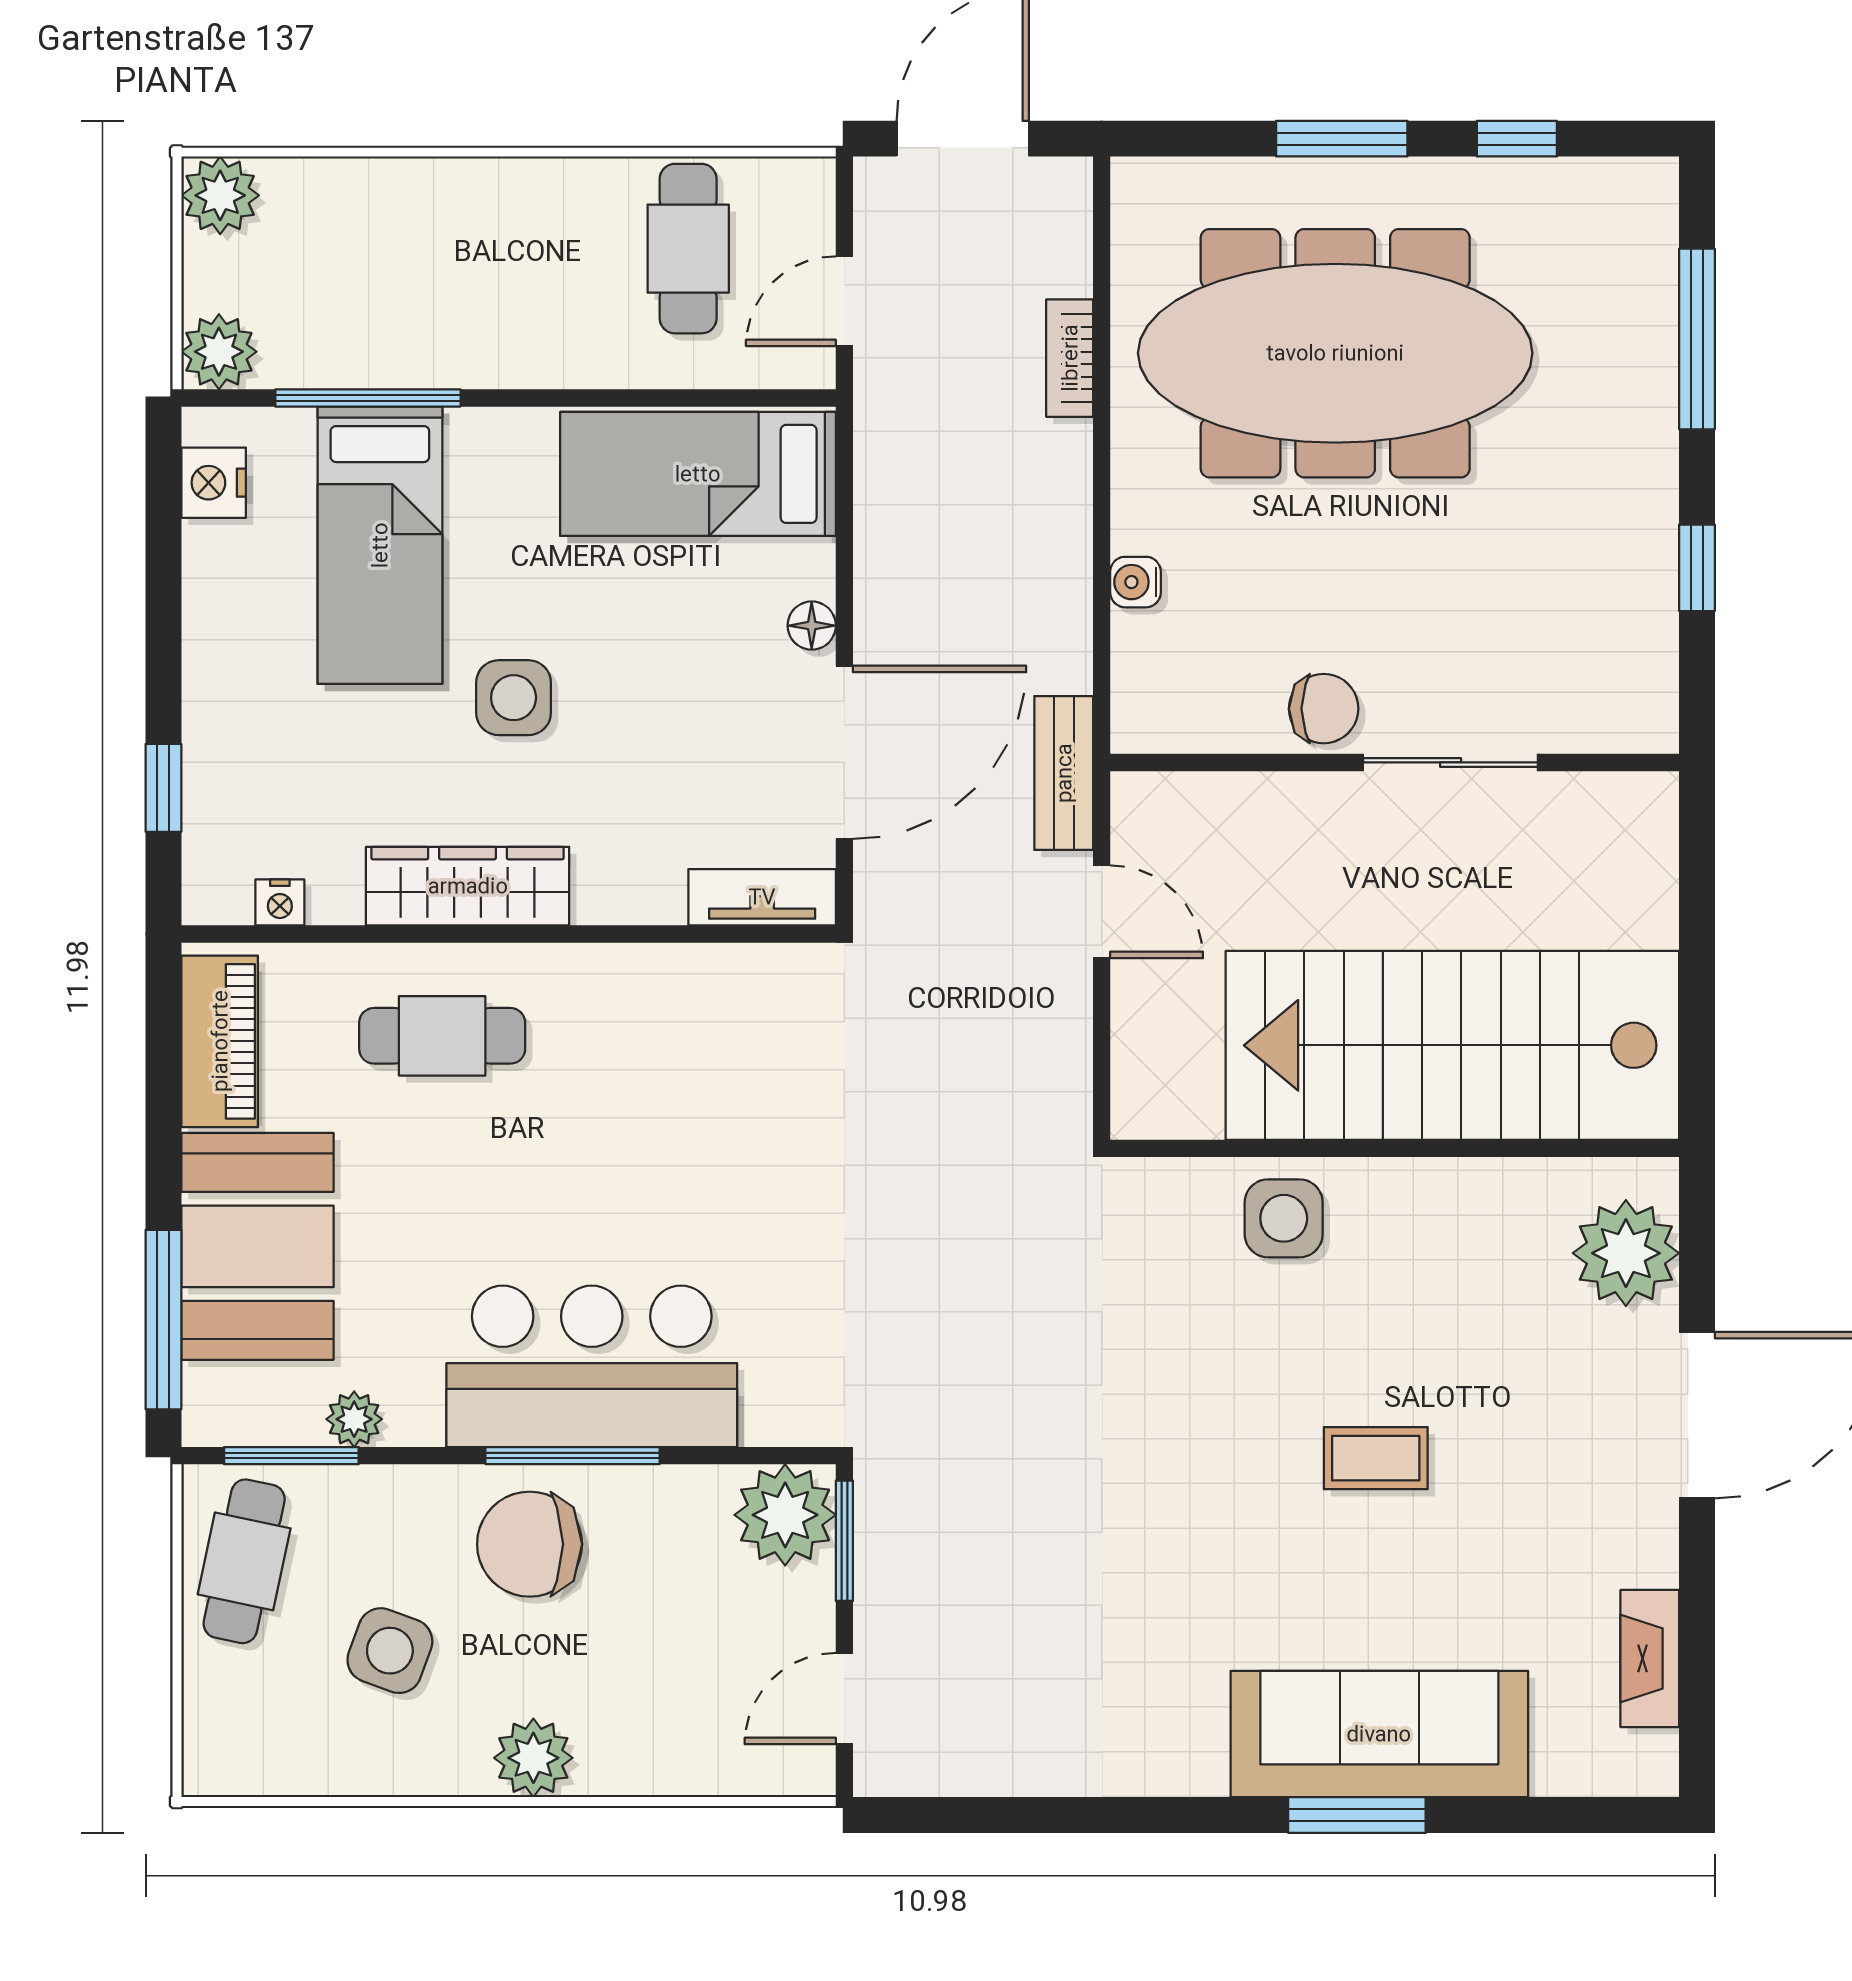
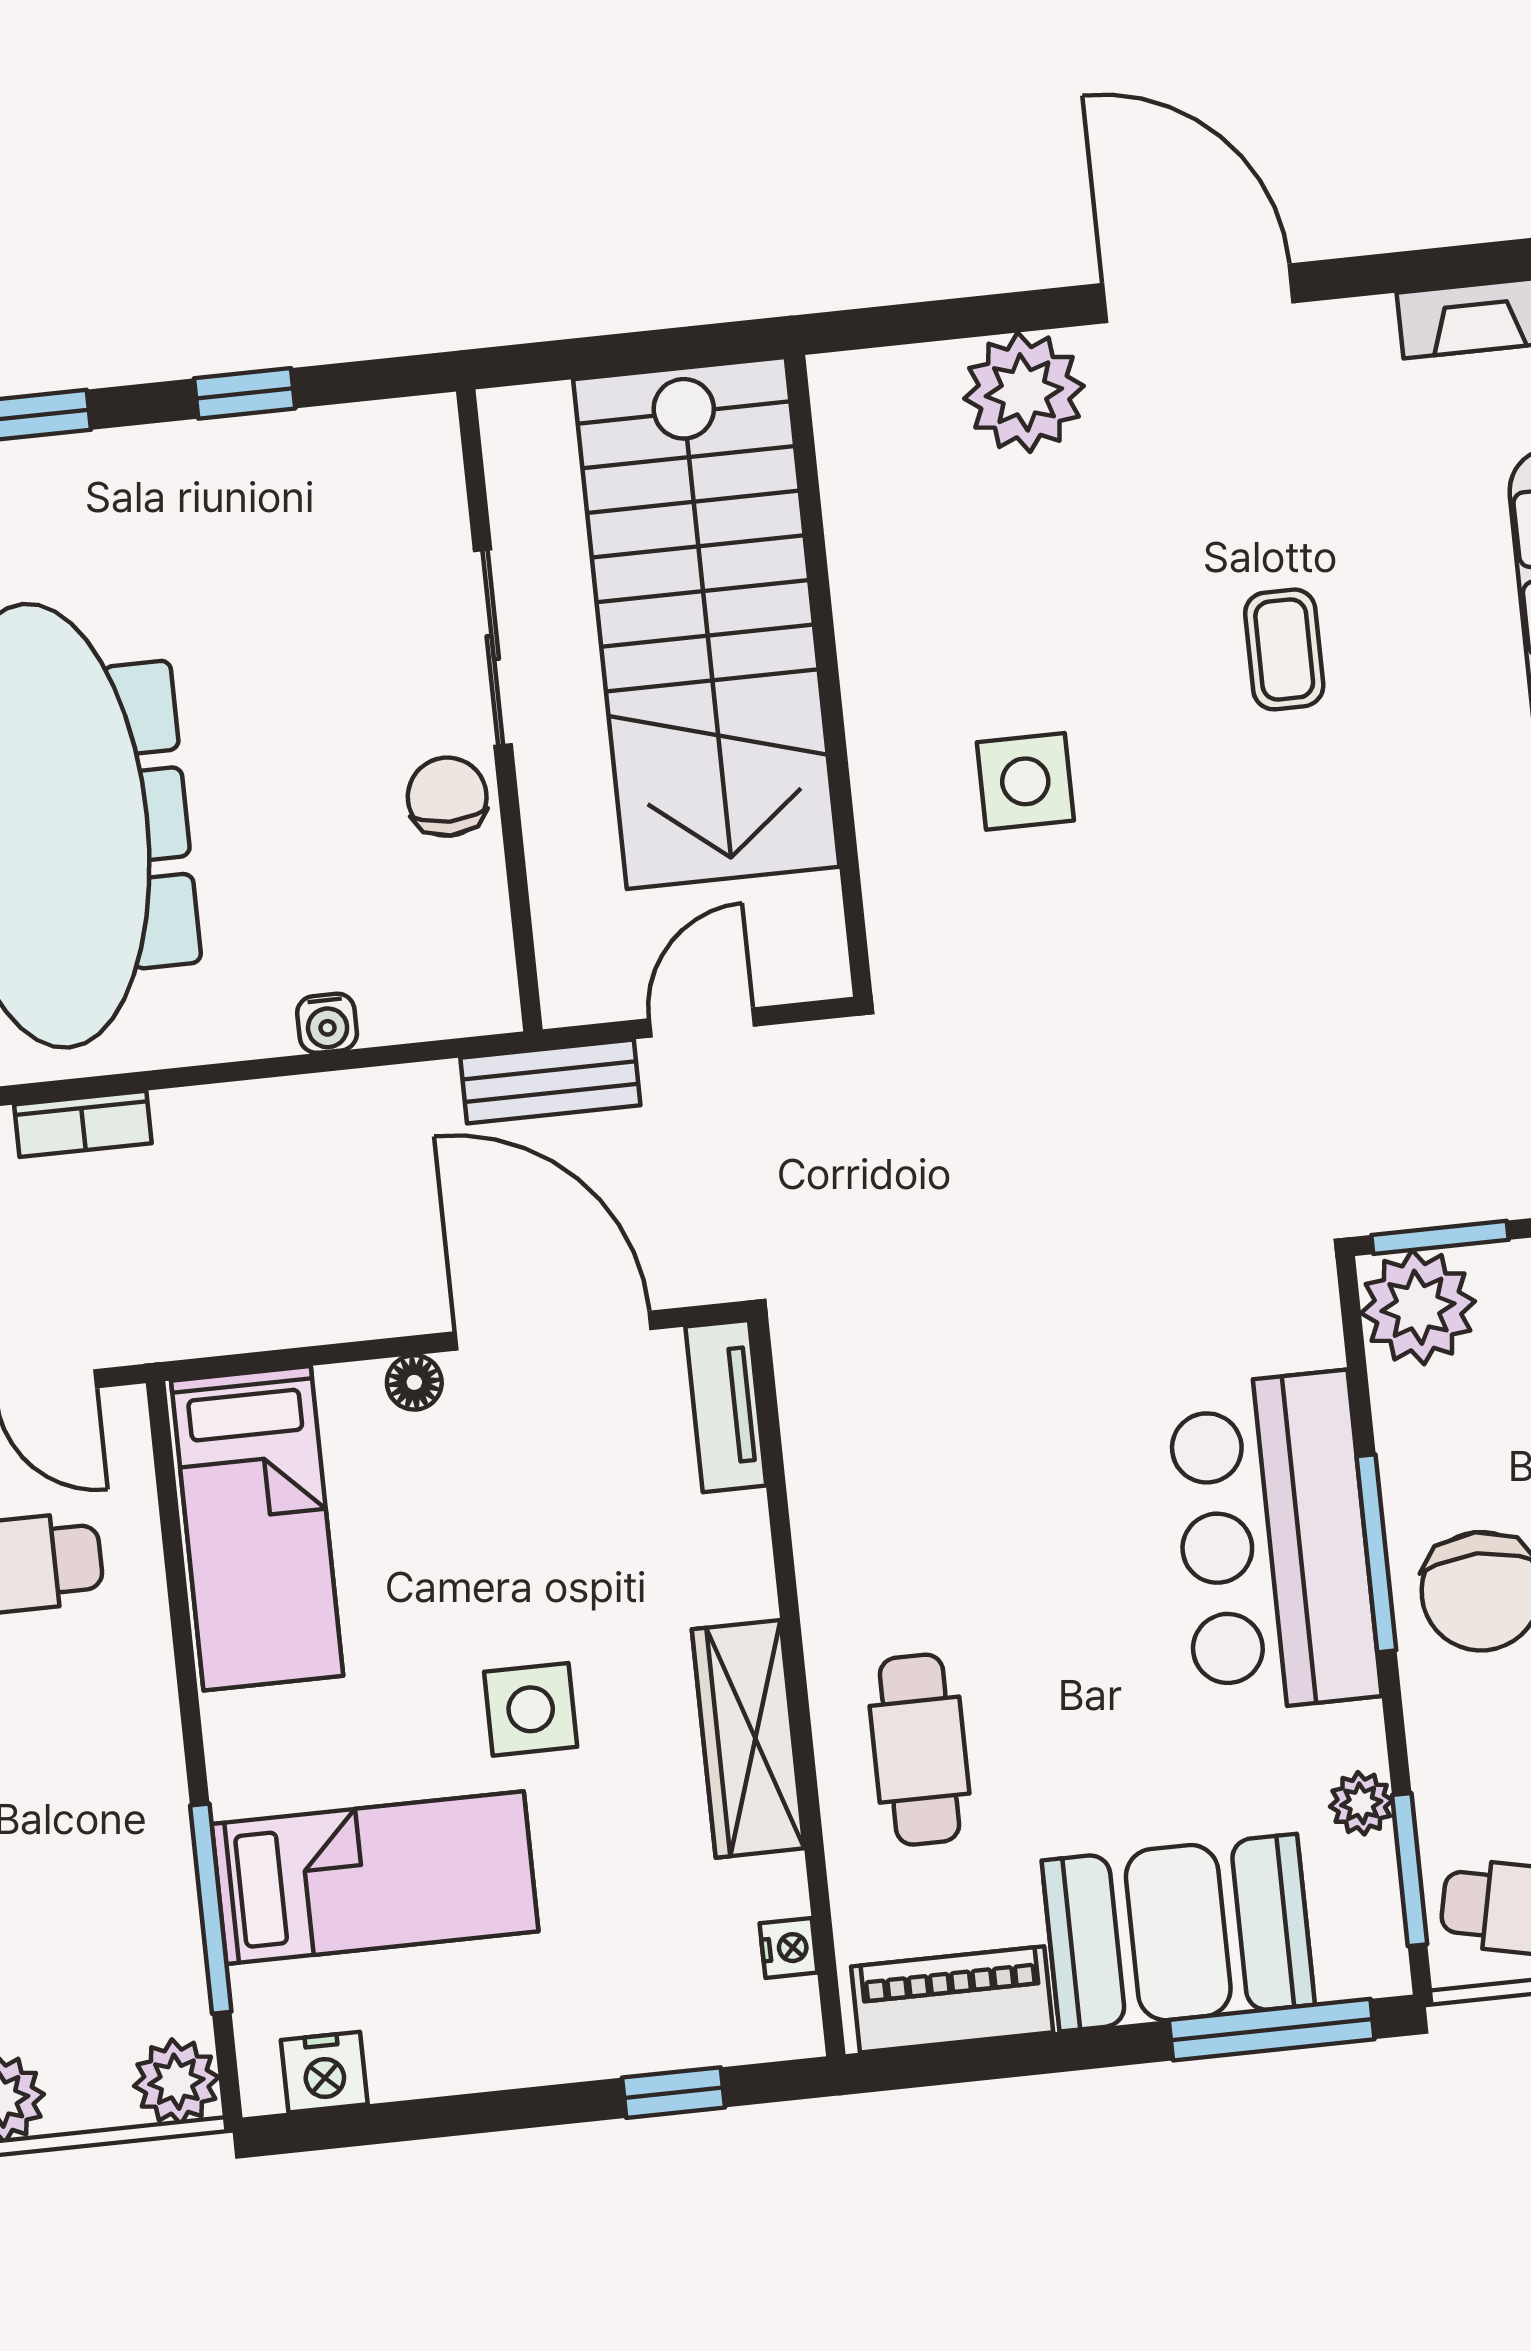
stairs: (1452, 1045) -> (706, 623), moved
wall: (1395, 1148) -> (829, 676), moved

